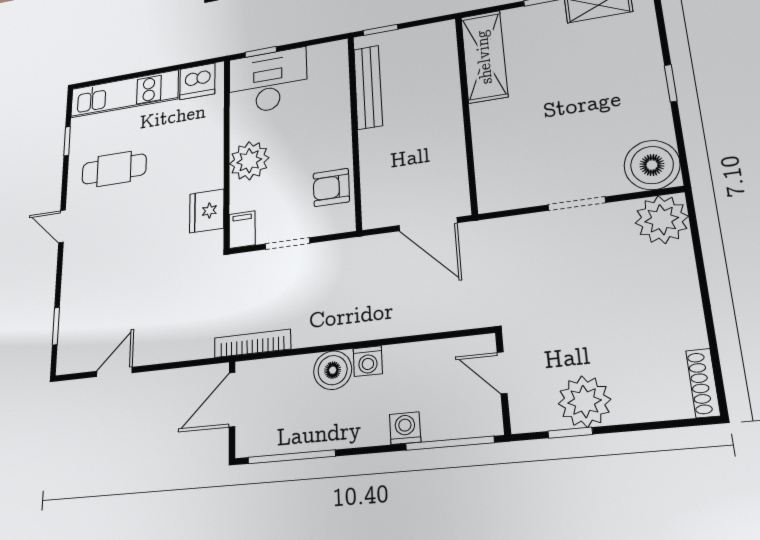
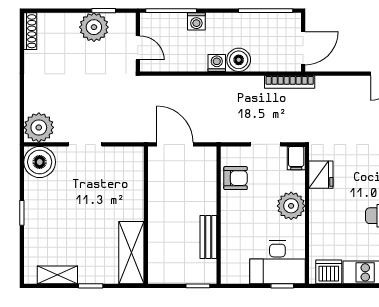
bench: (368, 87) -> (208, 237), width x0.73

